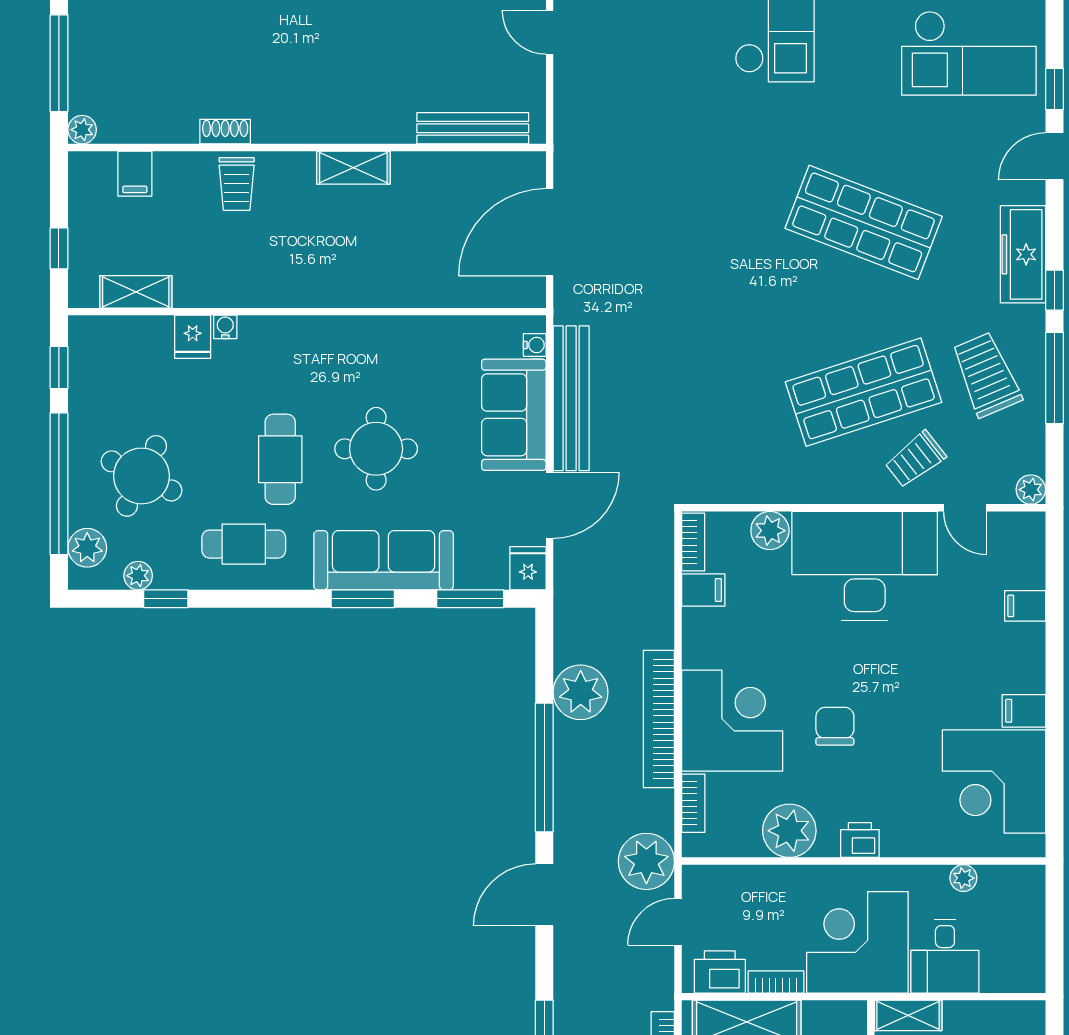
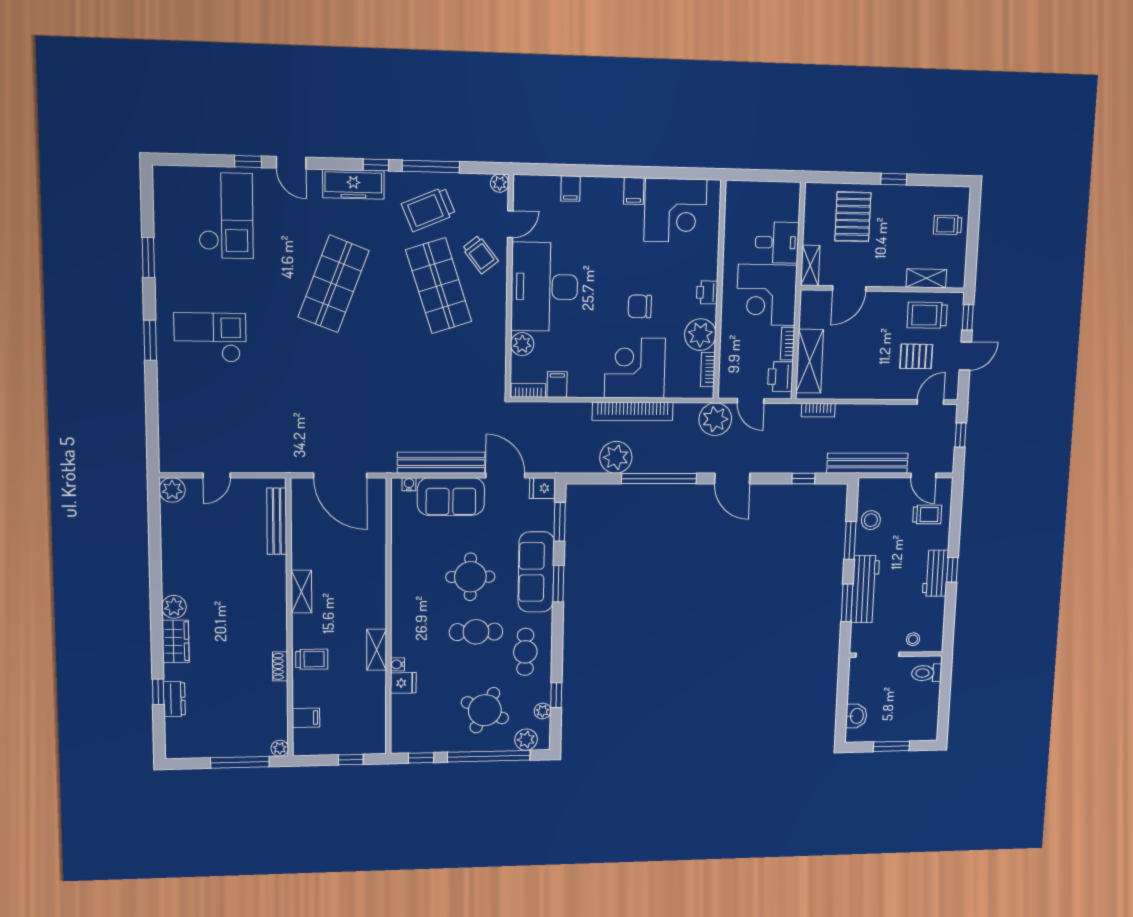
shelving: (136, 292) -> (377, 650), moved
bookcase: (693, 803) -> (708, 370), moved, turned -90
plant: (963, 878) -> (732, 230), removed

